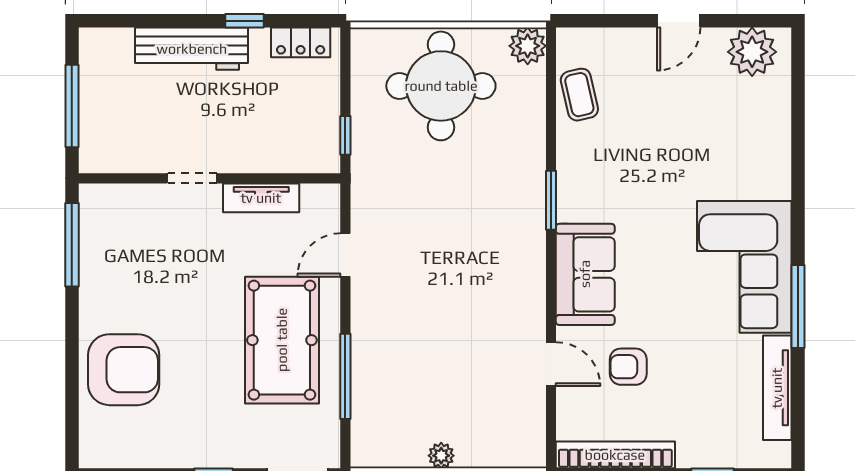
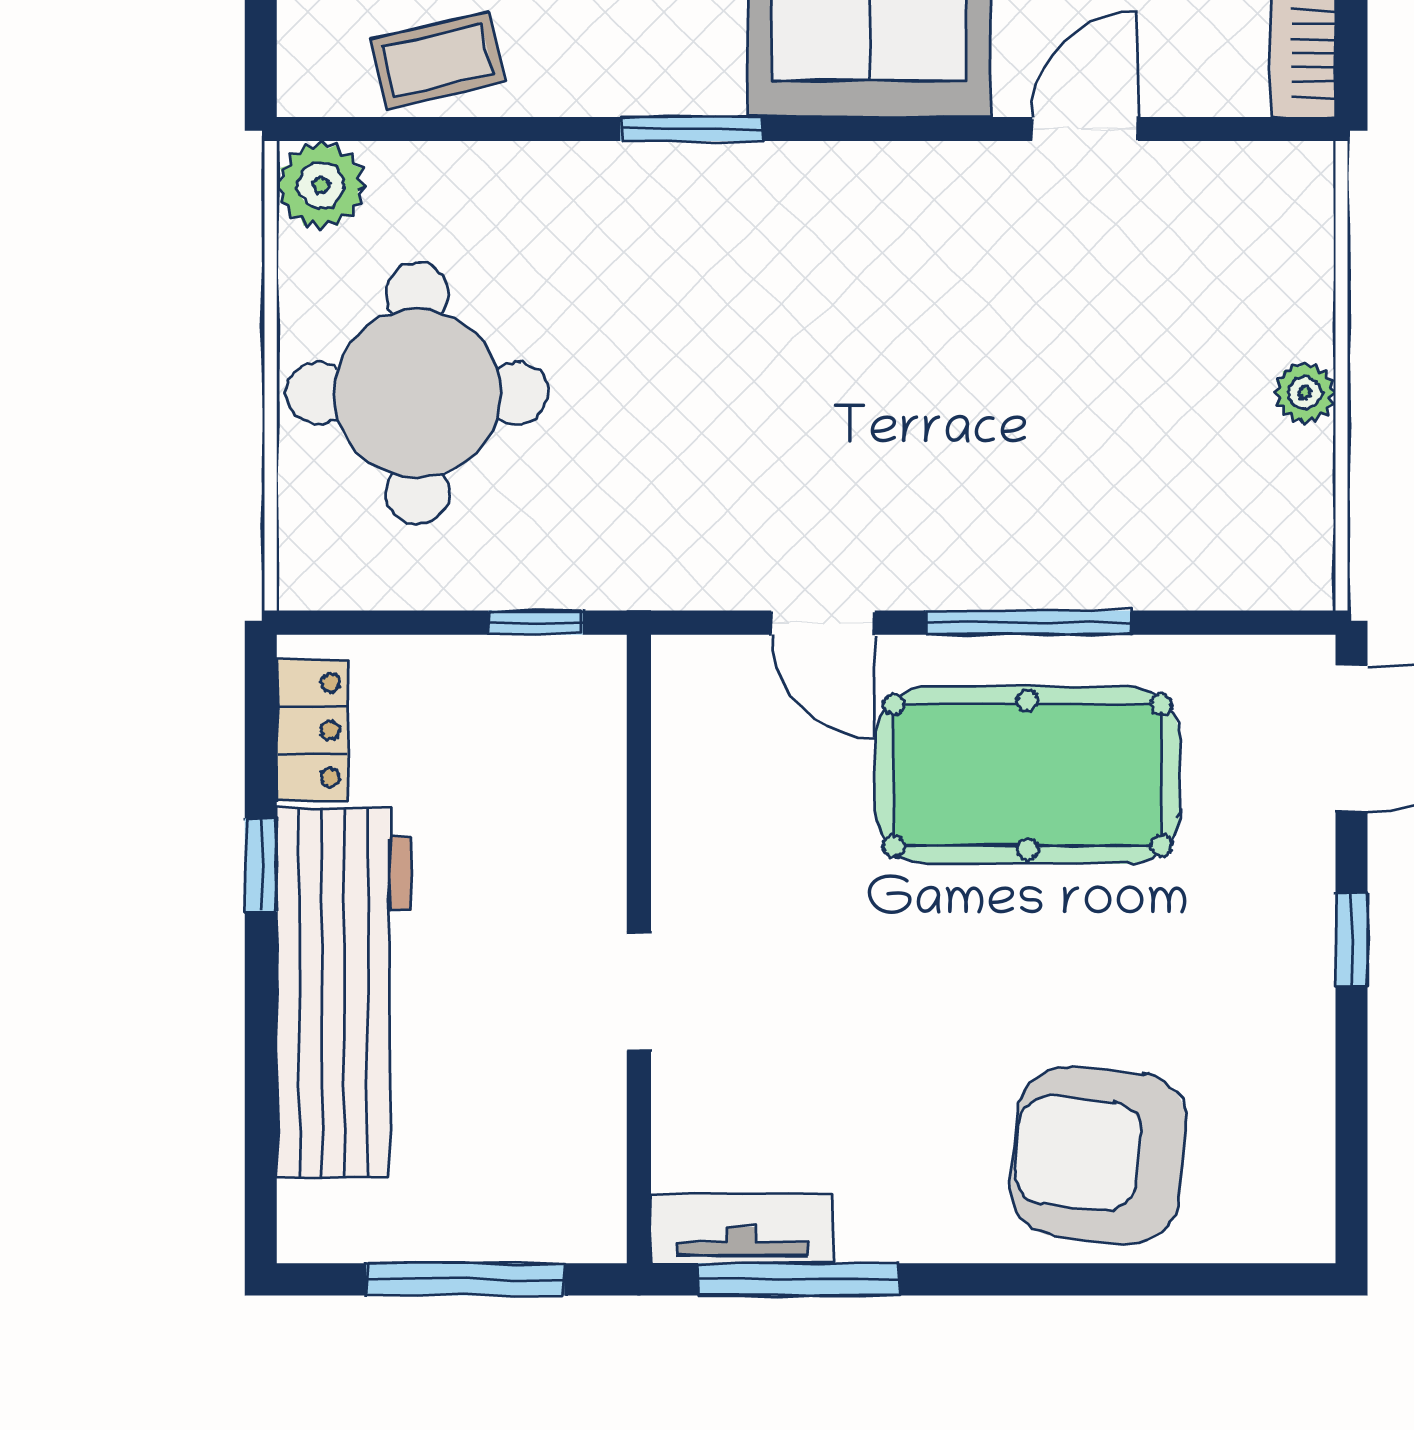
workbench: (192, 49) -> (344, 992), width x1.36, depth x1.32
tv unit: (261, 198) -> (742, 1229), moved, turned -90
armchair: (124, 370) -> (1099, 1155), turned -84
window: (345, 376) -> (1028, 623), moved

